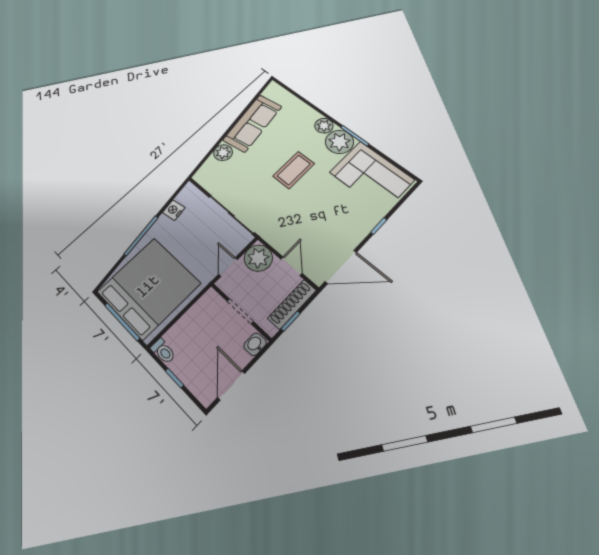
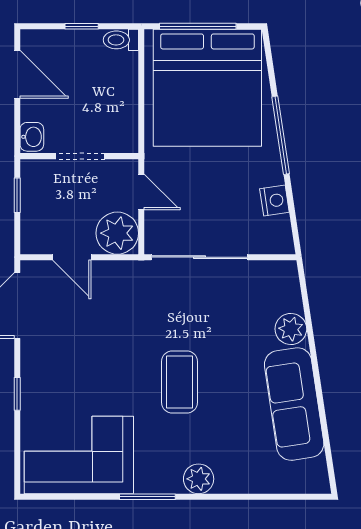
plant: (339, 142) -> (158, 471), removed
shoe rack: (292, 304) -> (32, 215), removed

